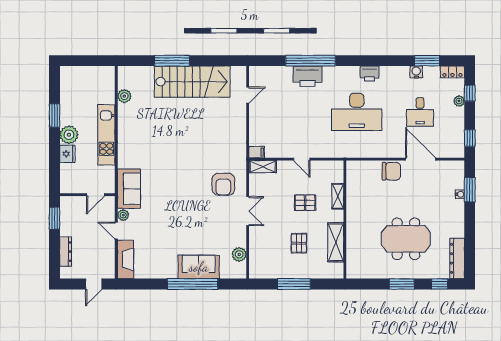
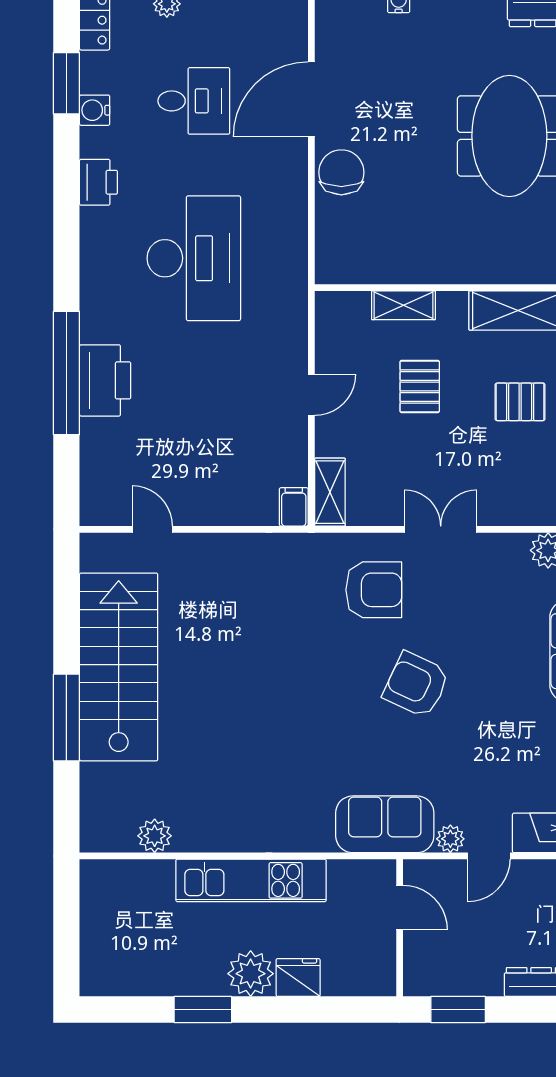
printer: (369, 74) -> (98, 182), moved
armchair: (185, 201) -> (416, 685), added

